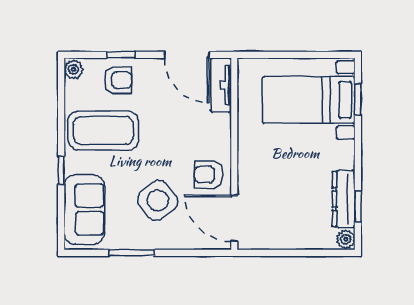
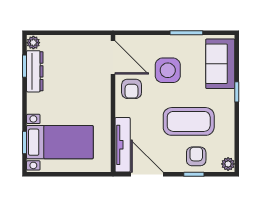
armchair: (118, 80) -> (196, 156), turned 90
tv unit: (221, 85) -> (123, 145), width x1.41
coffee table: (103, 130) -> (189, 121), moved
armchair: (208, 175) -> (132, 89), turned 90
side table: (158, 200) -> (168, 70), turned 37

